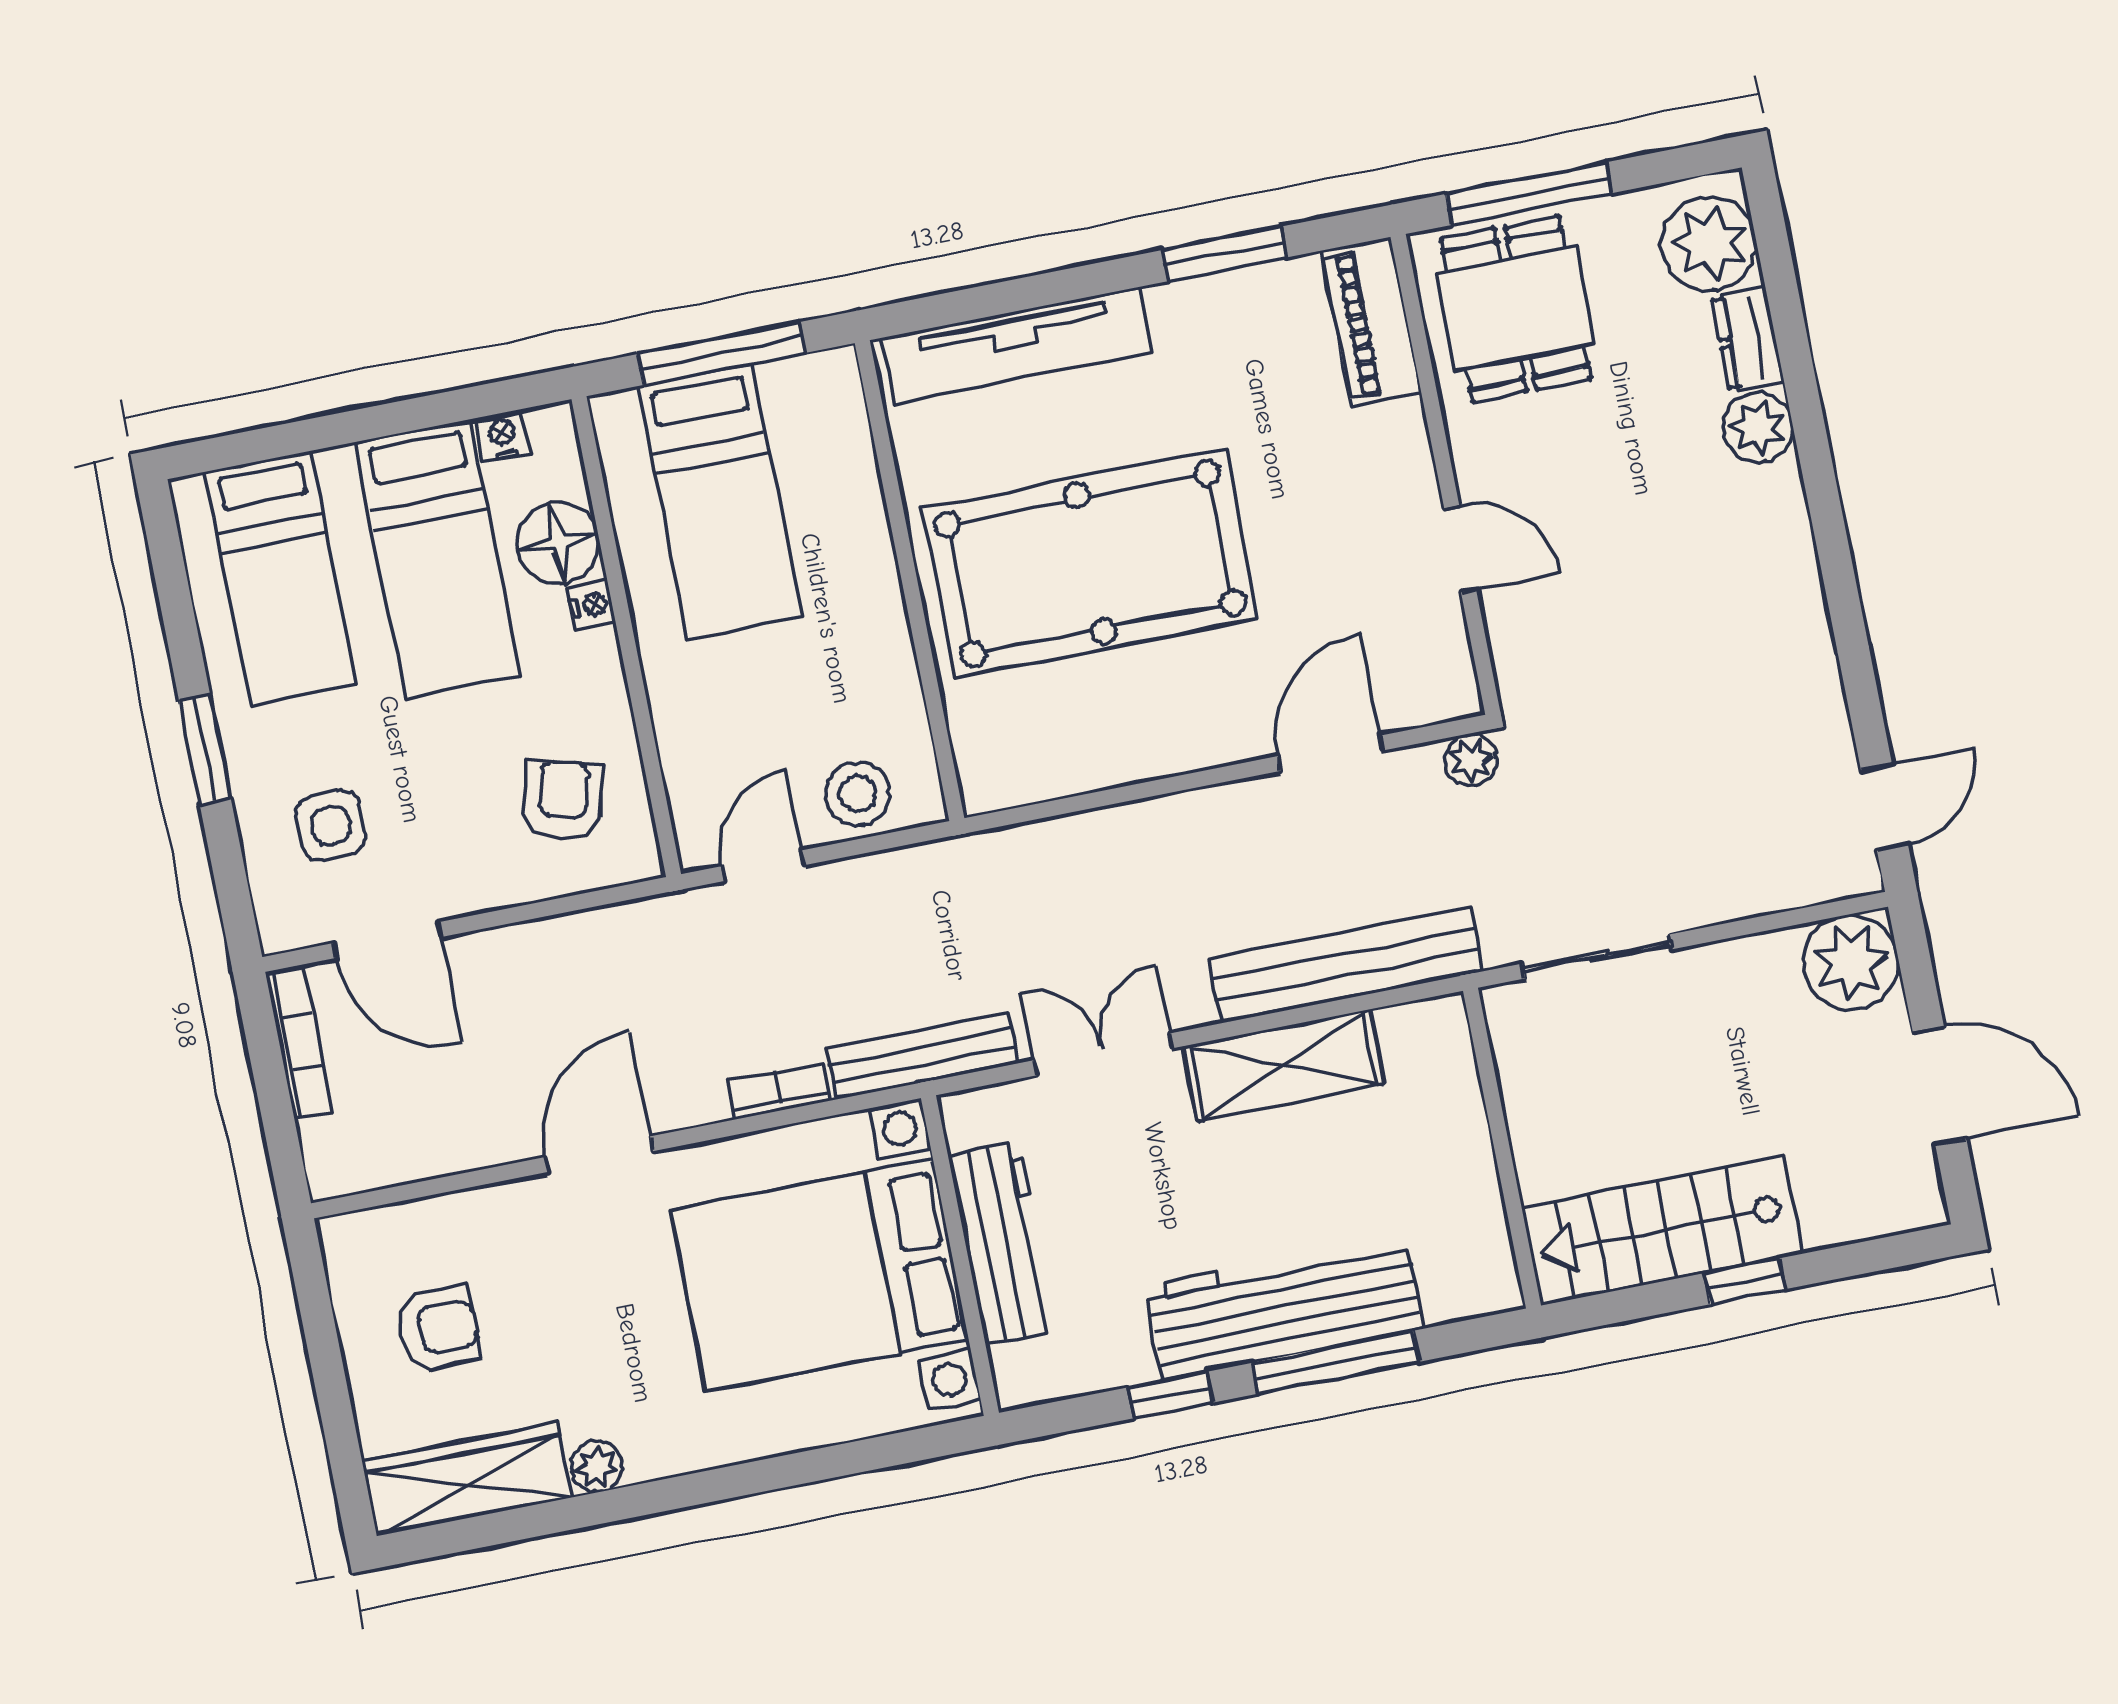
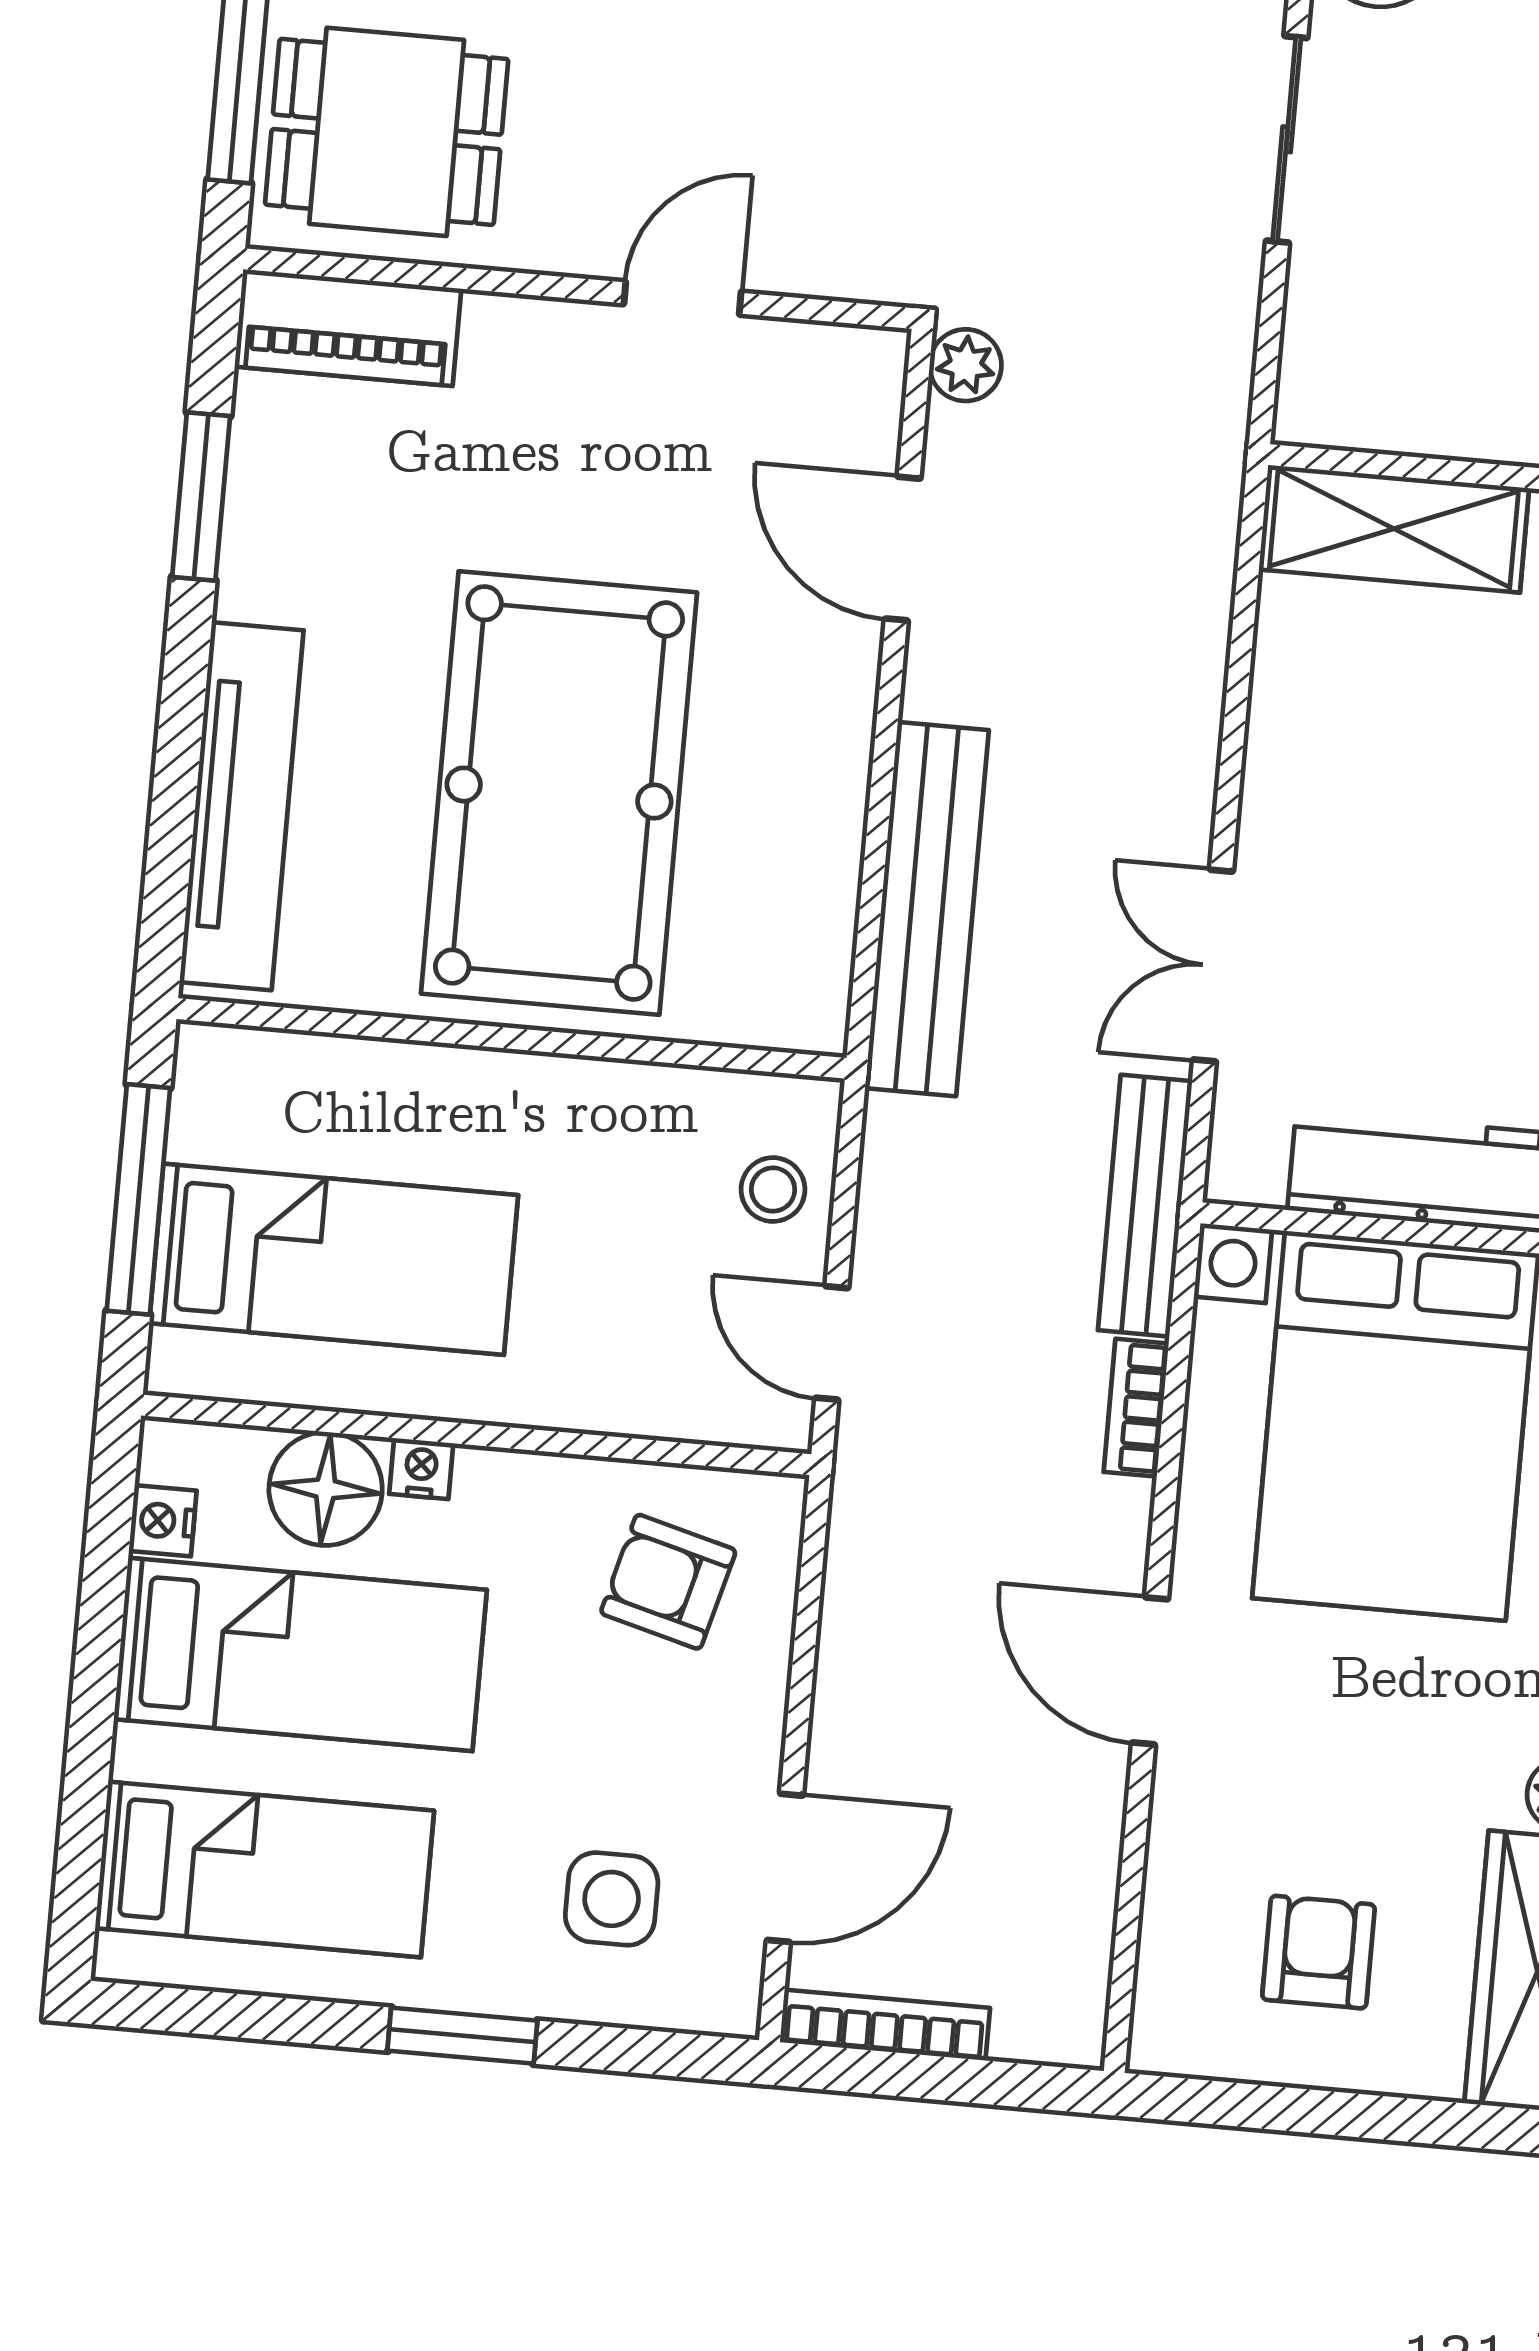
stool: (858, 793) -> (773, 1190), width x0.73, depth x0.73
sliding door: (1598, 956) -> (1287, 139), moved
bench: (1346, 965) -> (927, 909), moved
shelving: (1283, 1065) -> (1394, 529), moved, turned 90

